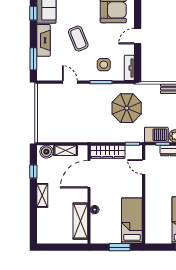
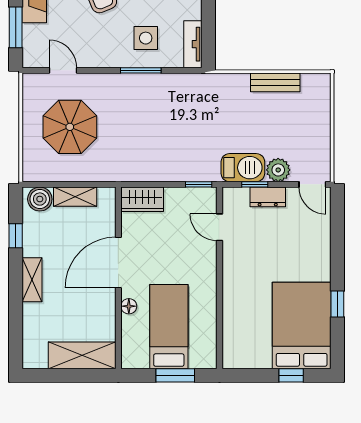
door: (70, 82) -> (63, 70), moved
parasol: (127, 108) -> (70, 127), moved
wardrobe: (108, 152) -> (142, 199), width x0.67
door: (89, 174) -> (118, 262), moved
shelving: (80, 221) -> (82, 355), moved, turned 90
bed: (132, 221) -> (169, 327), moved

